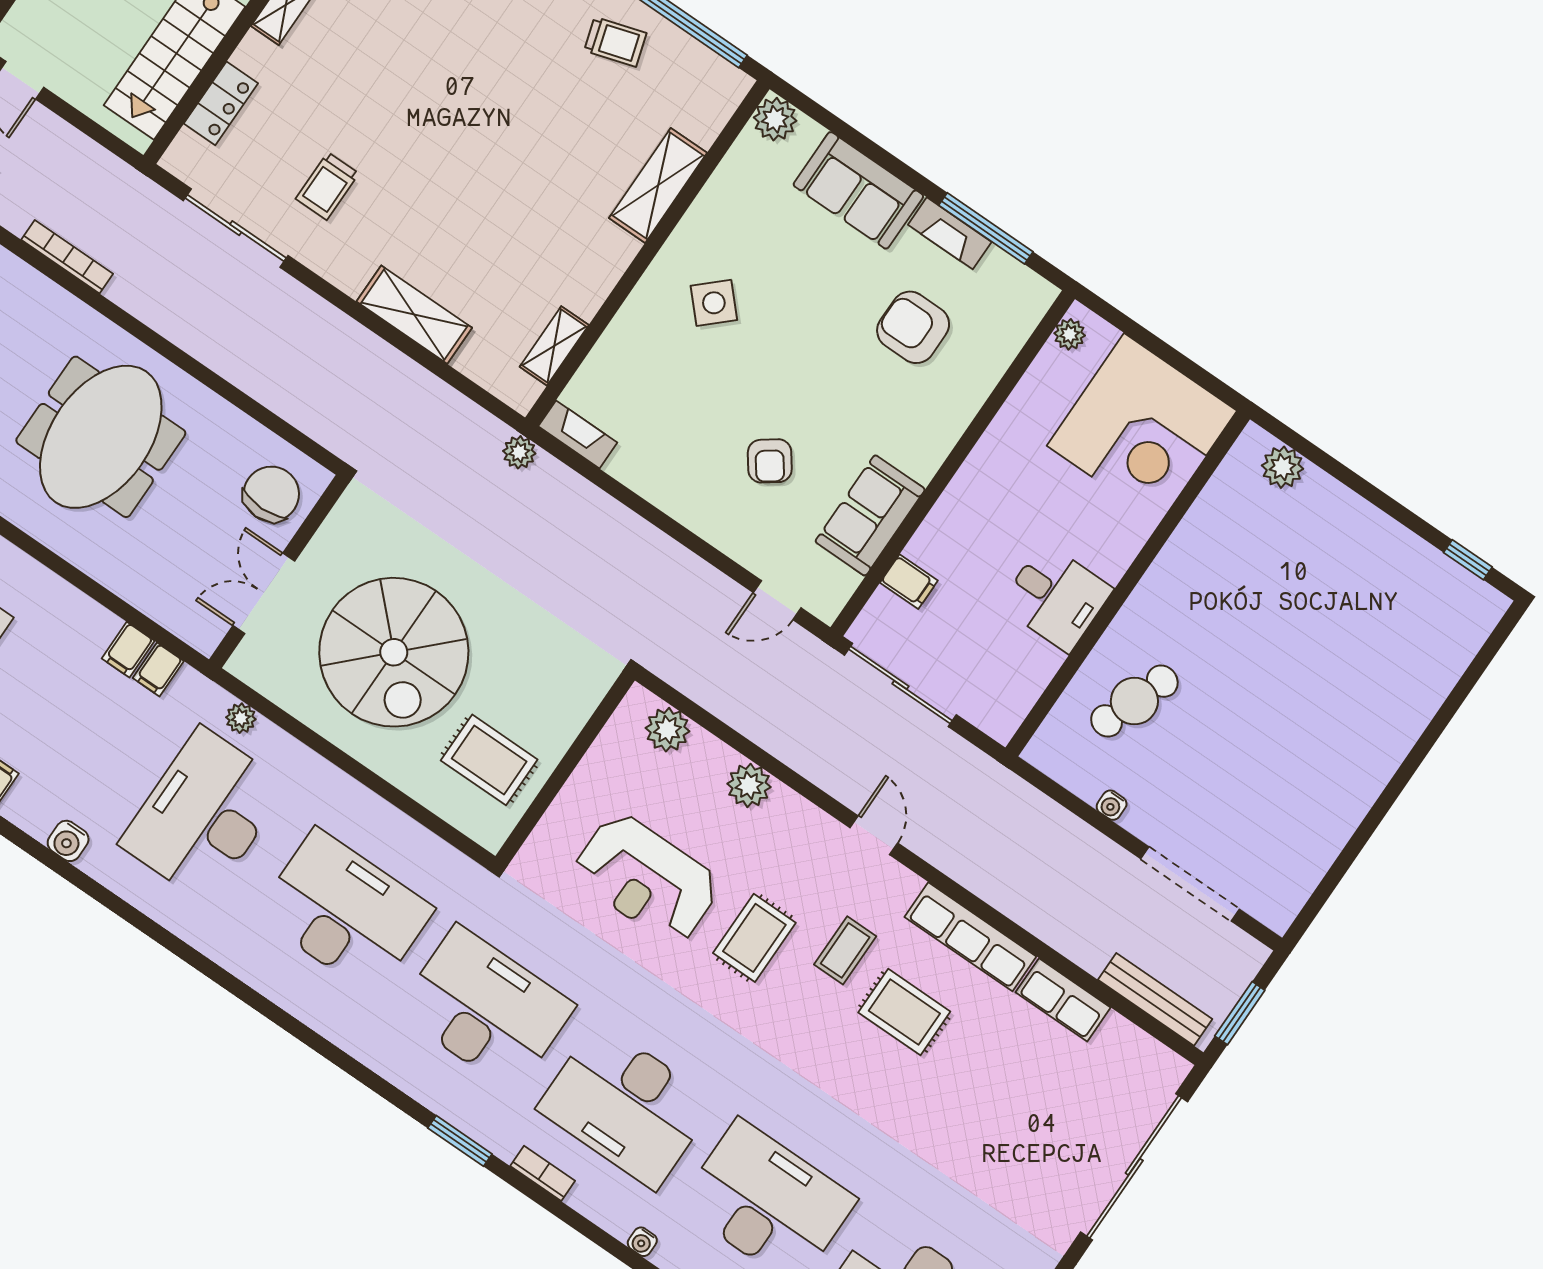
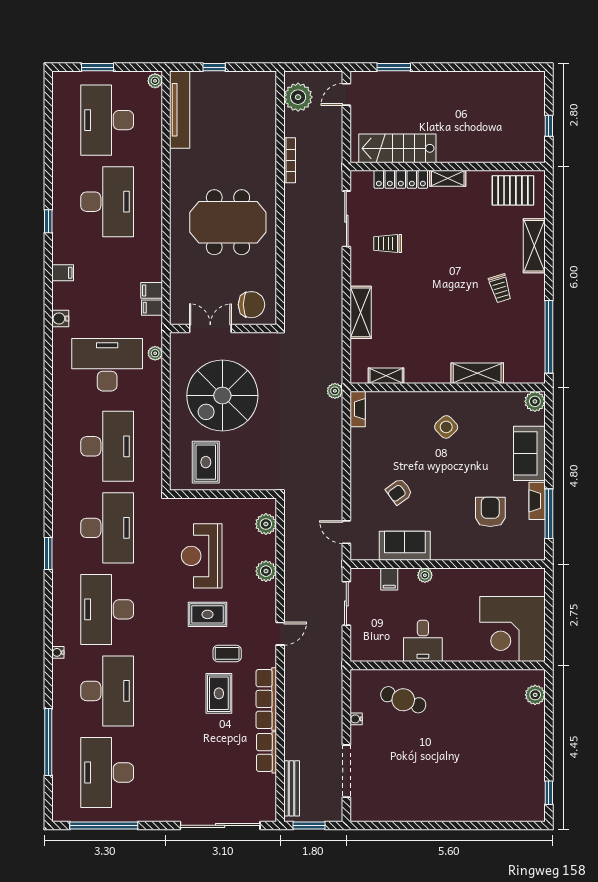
trolley: (615, 42) -> (500, 288), moved
locker: (221, 103) -> (401, 179), width x1.53
plant: (1070, 334) -> (425, 575), moved
sliding door: (900, 685) -> (346, 603), width x0.73
bookcase: (543, 1173) -> (58, 595), removed

